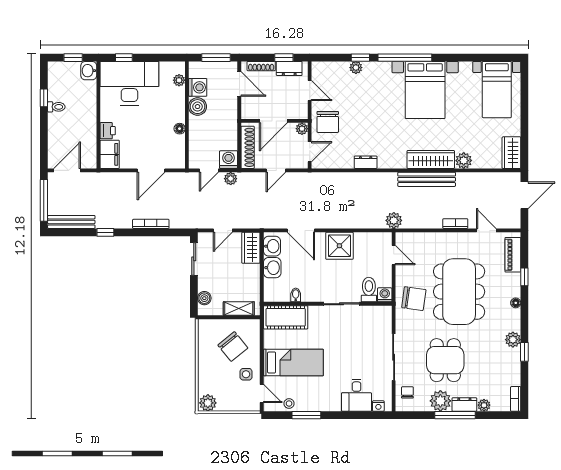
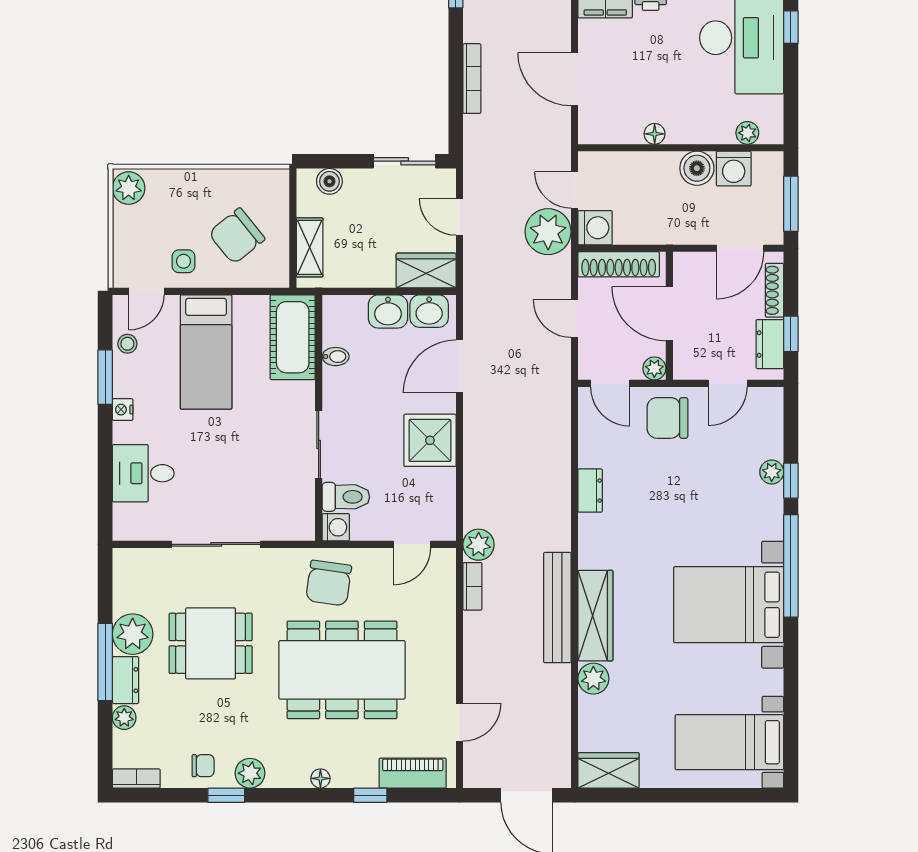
plant: (231, 179) -> (548, 232), width x1.87, depth x1.87
bookcase: (455, 224) -> (472, 586), moved
chair: (407, 392) -> (203, 766), moved
nightstand: (378, 406) -> (123, 410), moved

